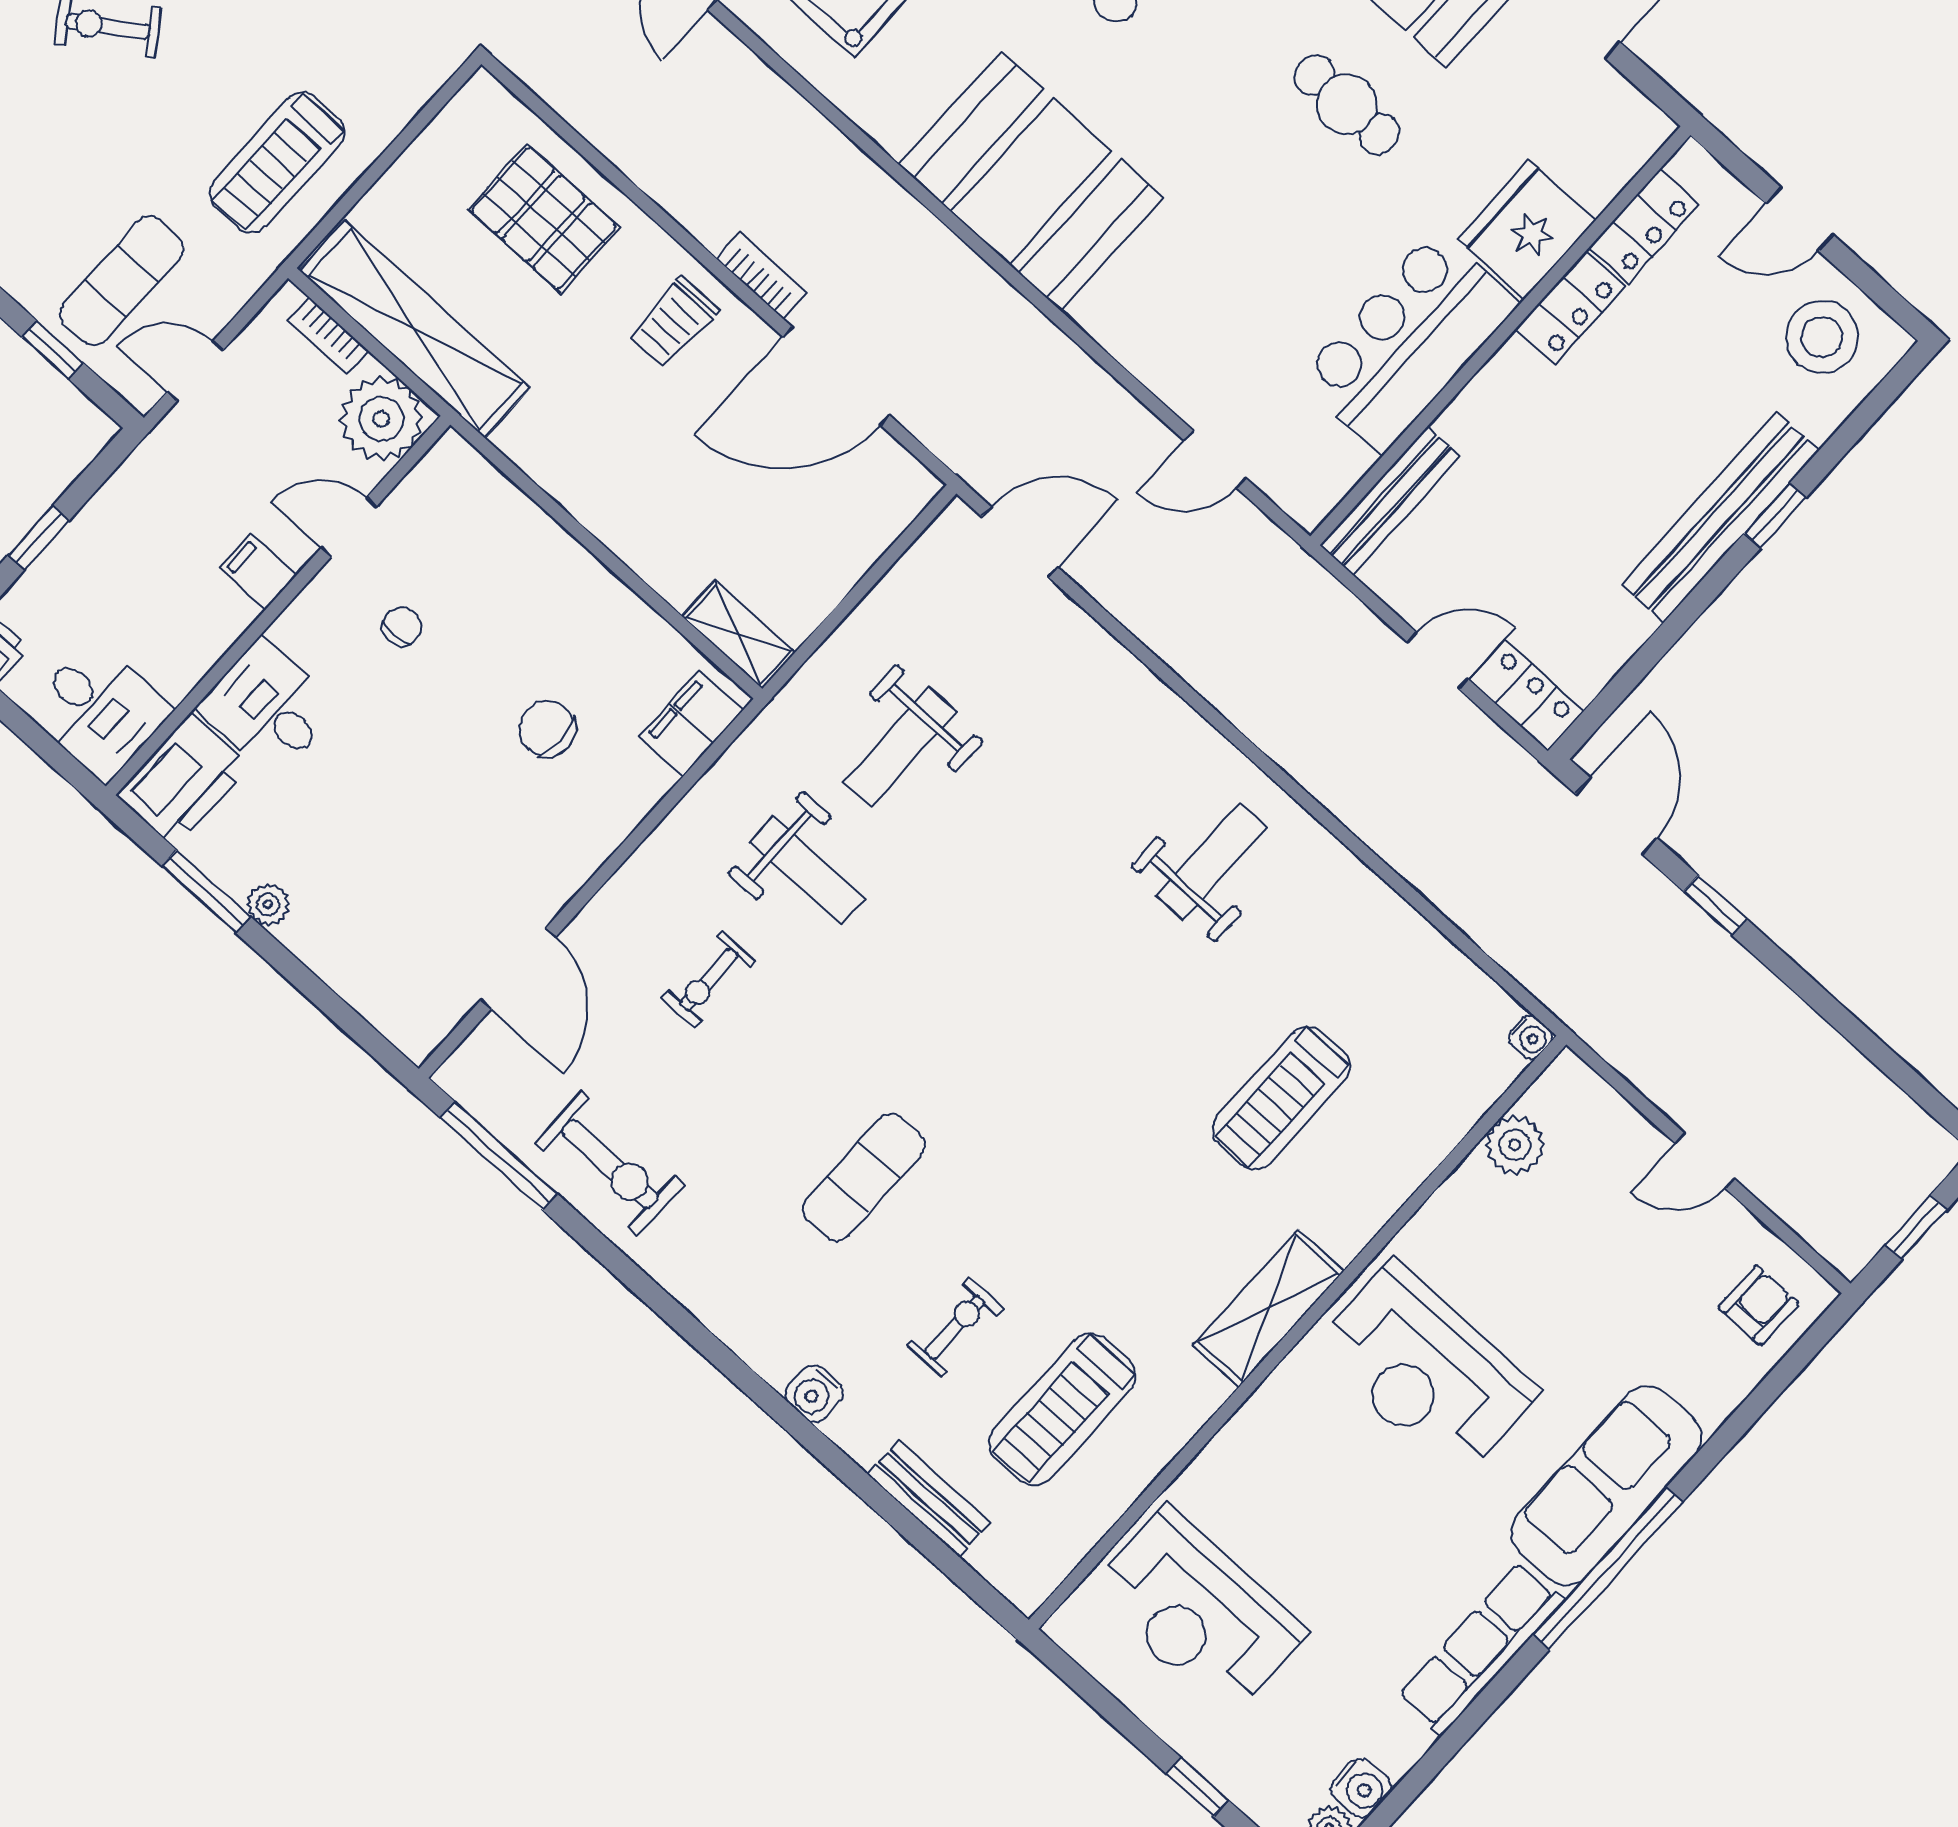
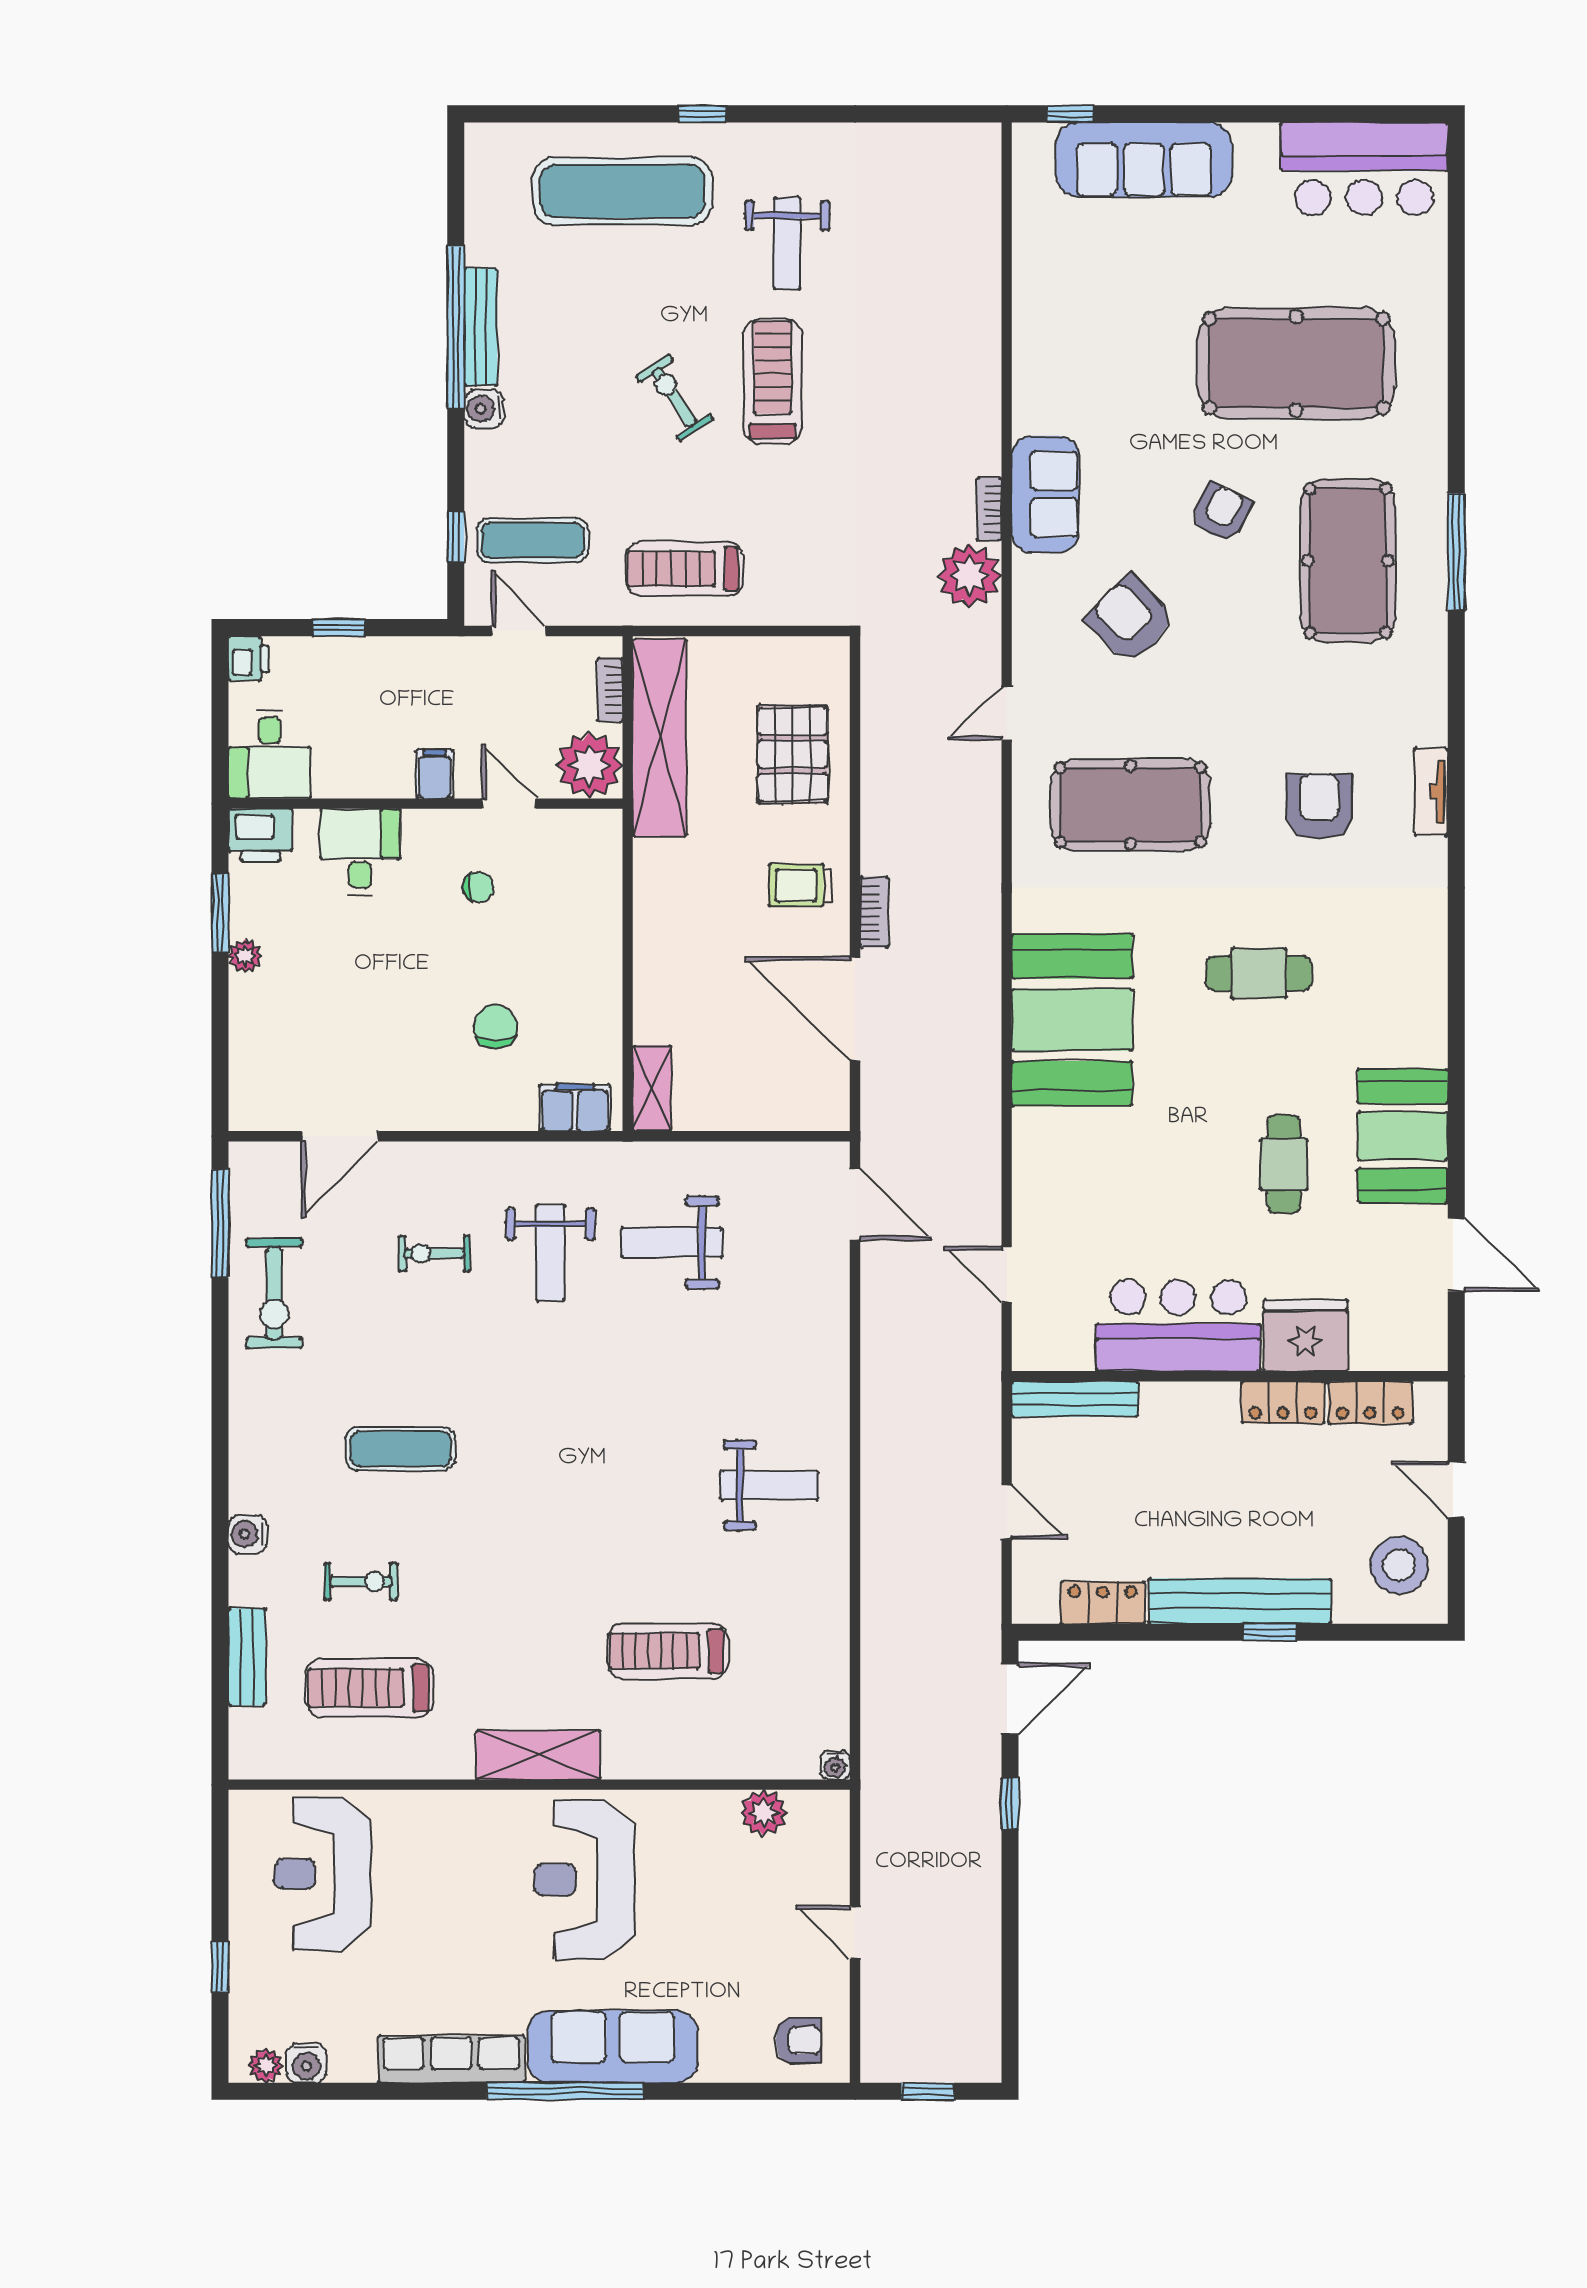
locker: (1526, 696) -> (1103, 1603), moved, turned -90
printer: (183, 781) -> (261, 835), width x0.73, depth x0.84

